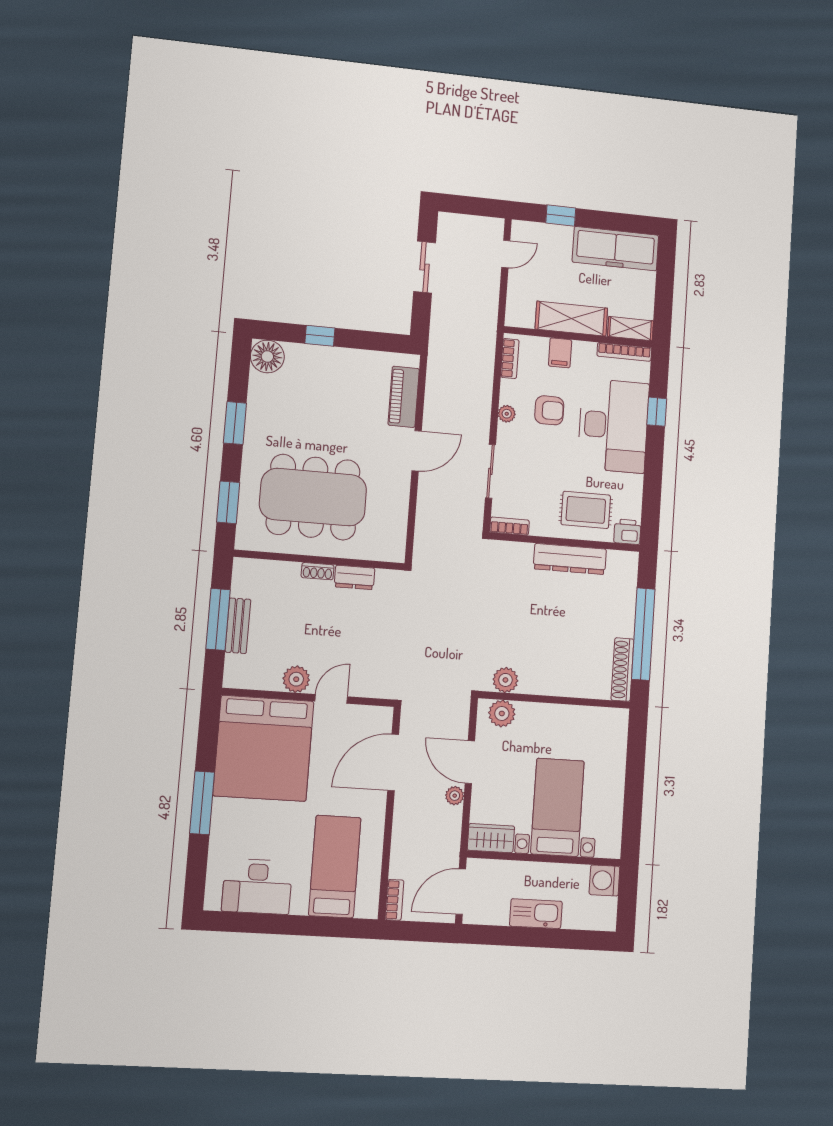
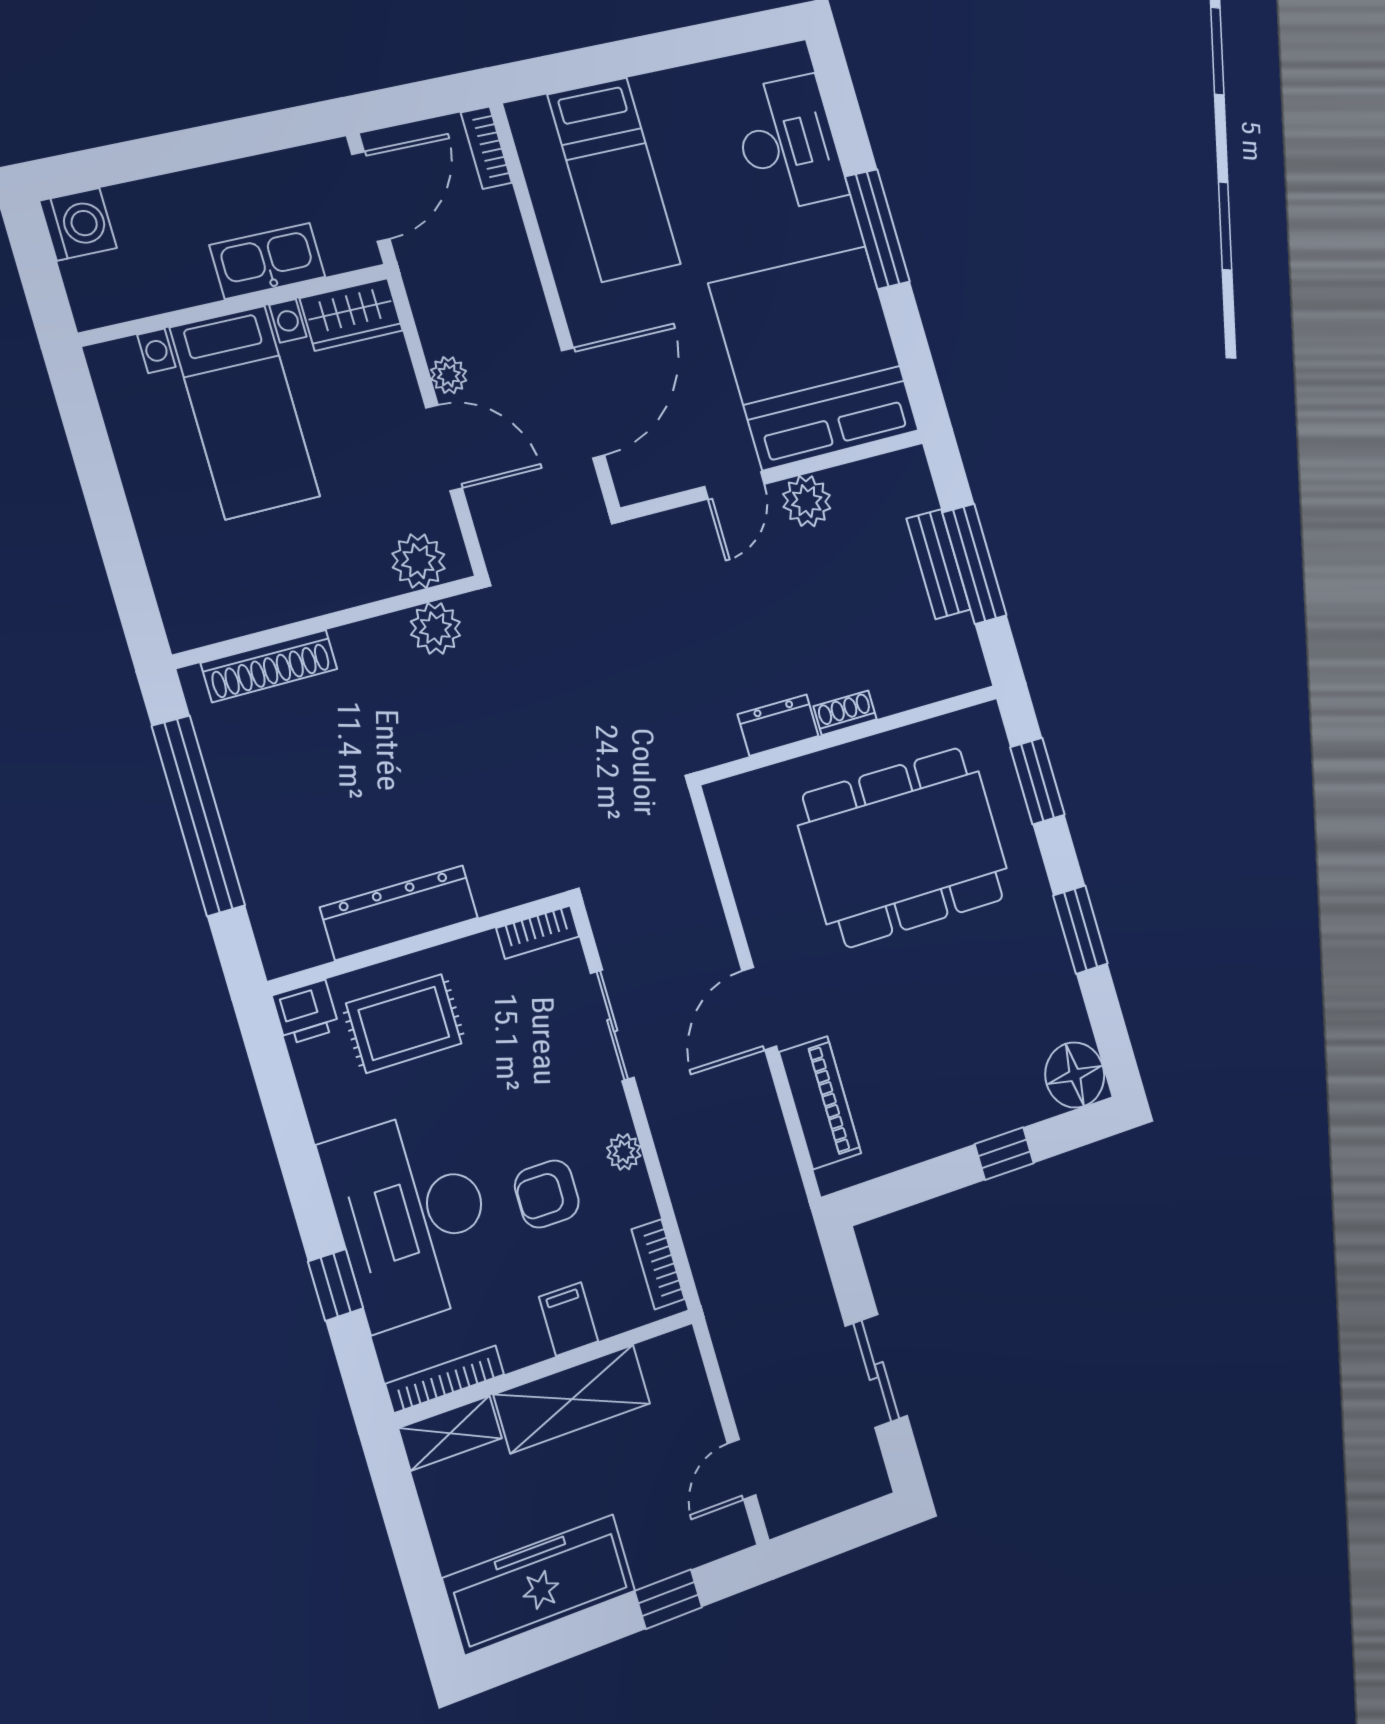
shoe rack: (622, 670) -> (269, 666), moved, turned 90
washing machine: (604, 880) -> (78, 224), moved
desk: (257, 886) -> (788, 143), moved, turned 90
kitchen sink: (536, 914) -> (267, 261), moved, turned 180

